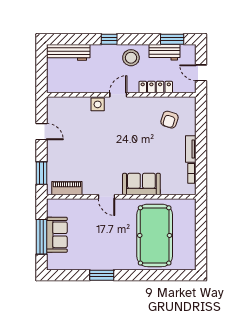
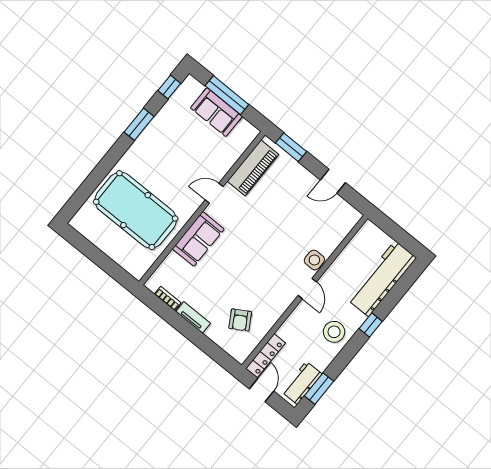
workbench: (68, 52) -> (382, 279), width x1.36, depth x1.32
workbench: (164, 52) -> (302, 383), moved
door: (201, 73) -> (262, 390), hinge flipped
locker: (156, 87) -> (266, 356), moved
armchair: (169, 120) -> (240, 320), turned -138
piano: (67, 188) -> (253, 168), width x1.37, depth x1.33
window: (65, 275) -> (169, 87), added

